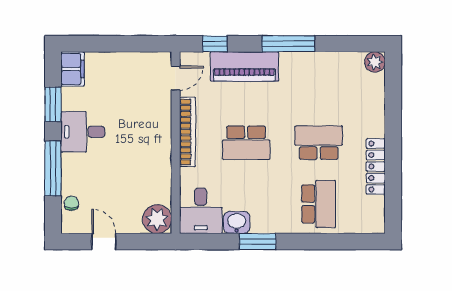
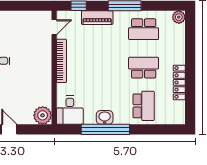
piano: (244, 66) -> (97, 18), width x0.73, depth x0.75
school desk: (246, 143) -> (144, 29), moved
washbasin: (237, 222) -> (105, 117), moved
window: (258, 242) -> (105, 129), width x2.11

